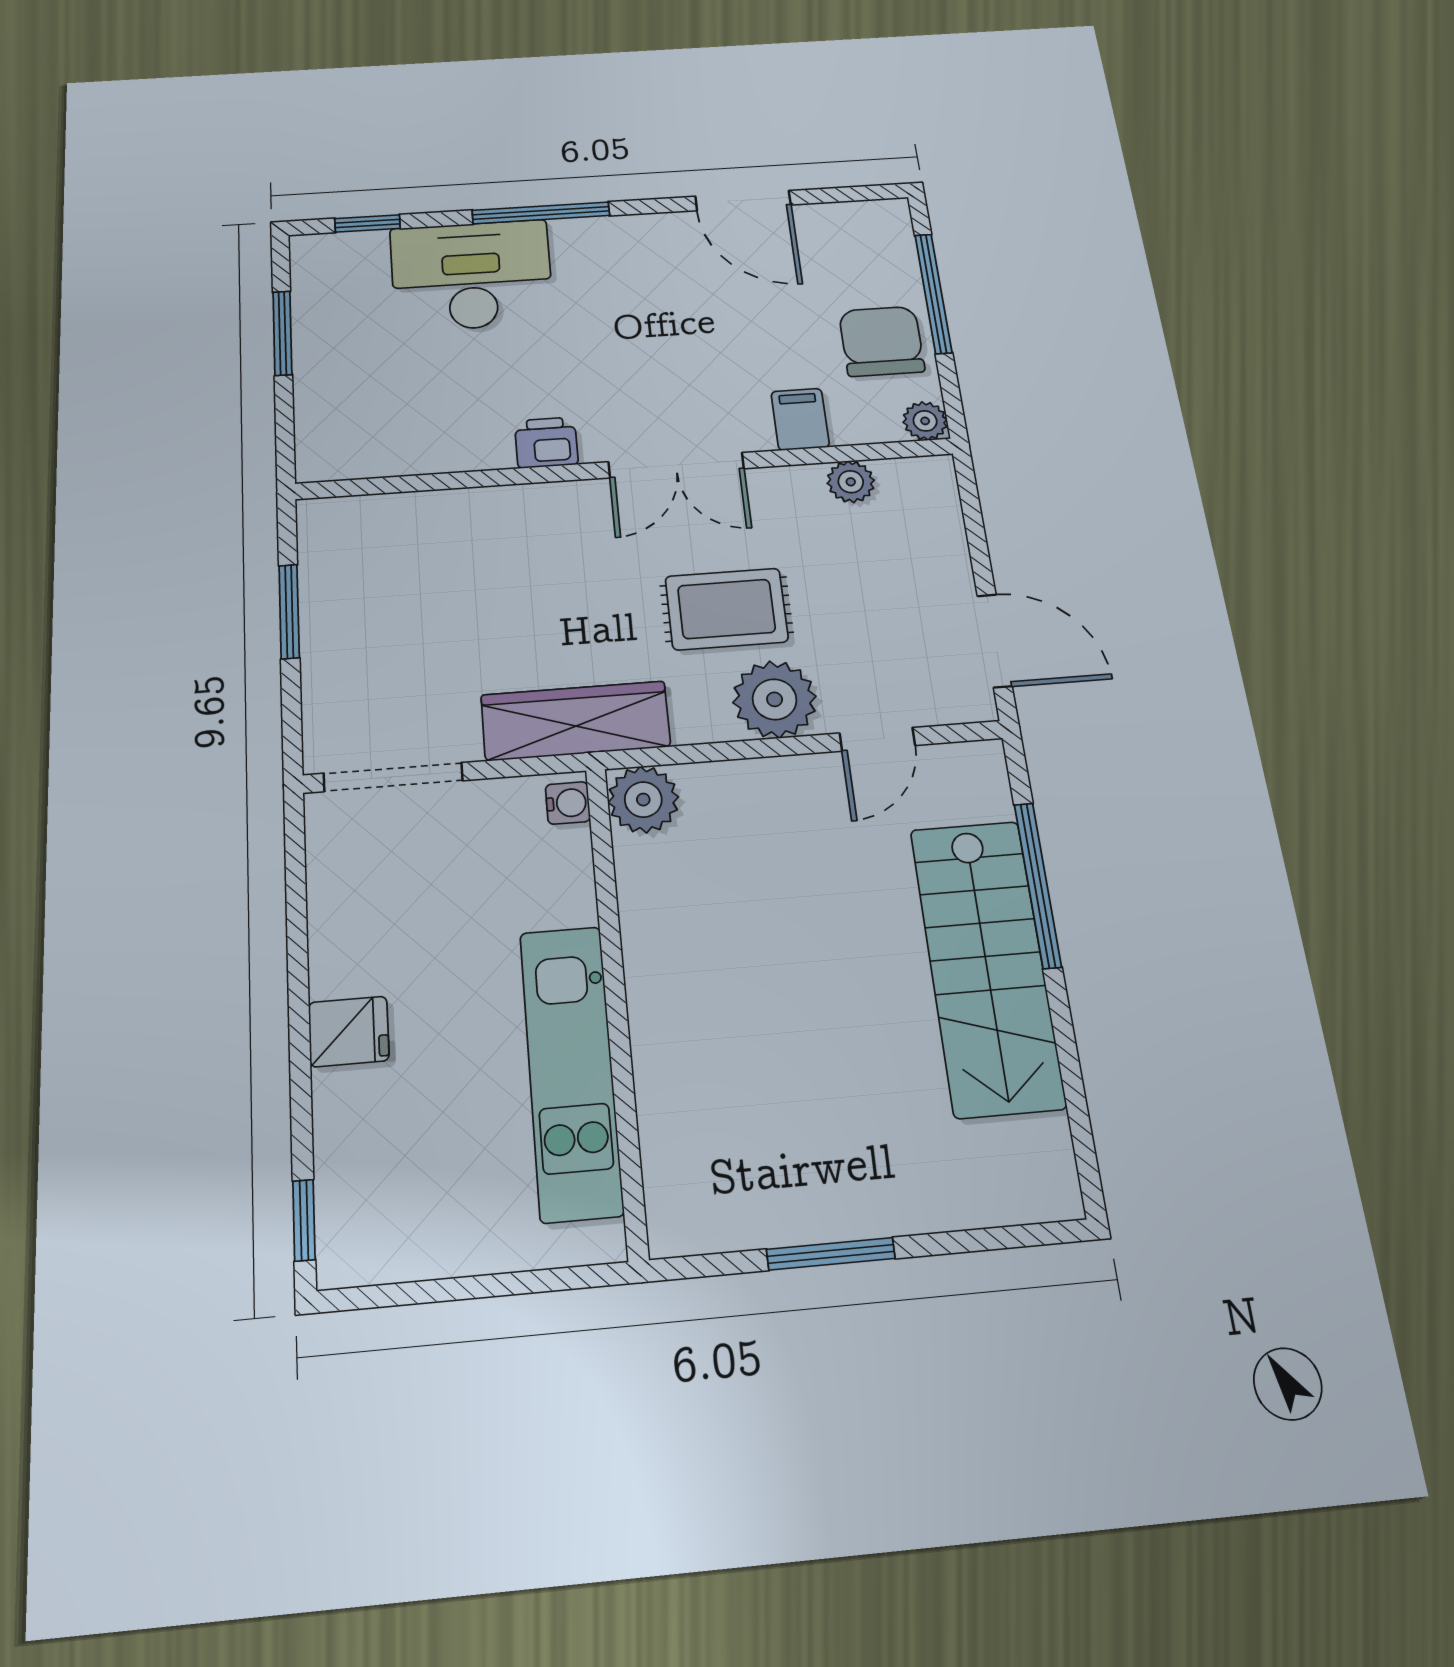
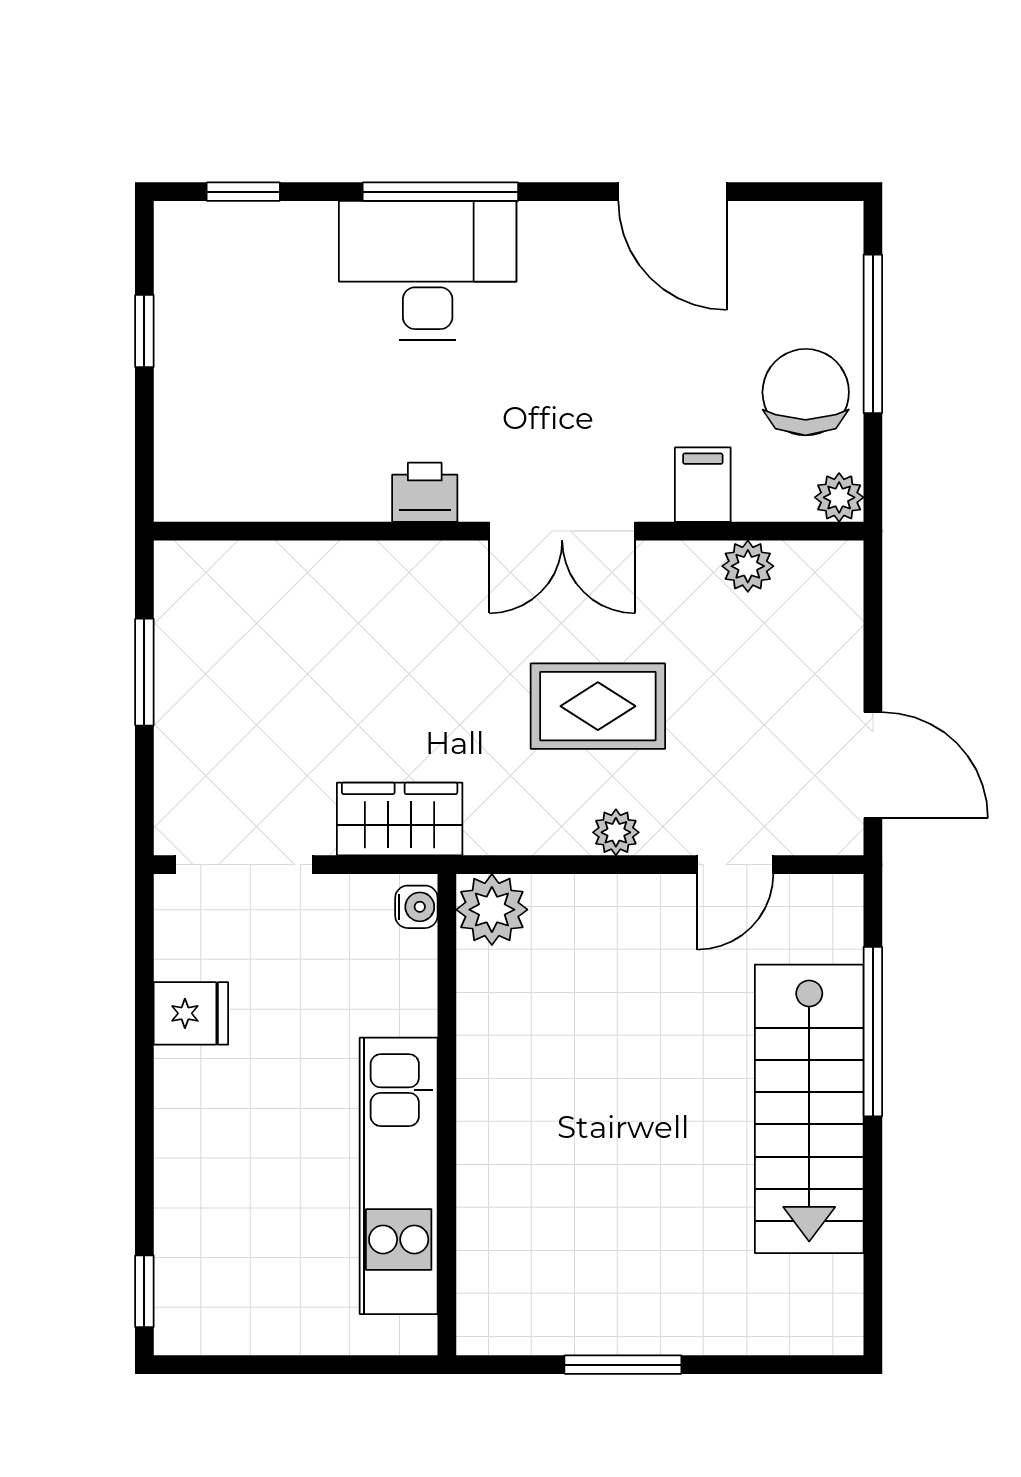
desk: (472, 275) -> (428, 271), moved
window: (282, 333) -> (144, 331), width x0.67
plant: (775, 699) -> (616, 832), width x0.53, depth x0.53
wardrobe: (576, 721) -> (400, 819), width x0.67
fridge: (349, 1032) -> (191, 1013), moved

